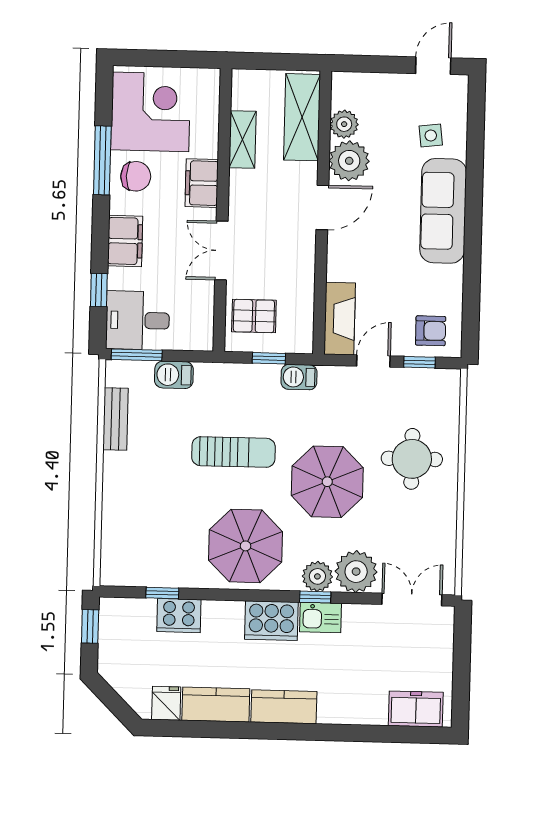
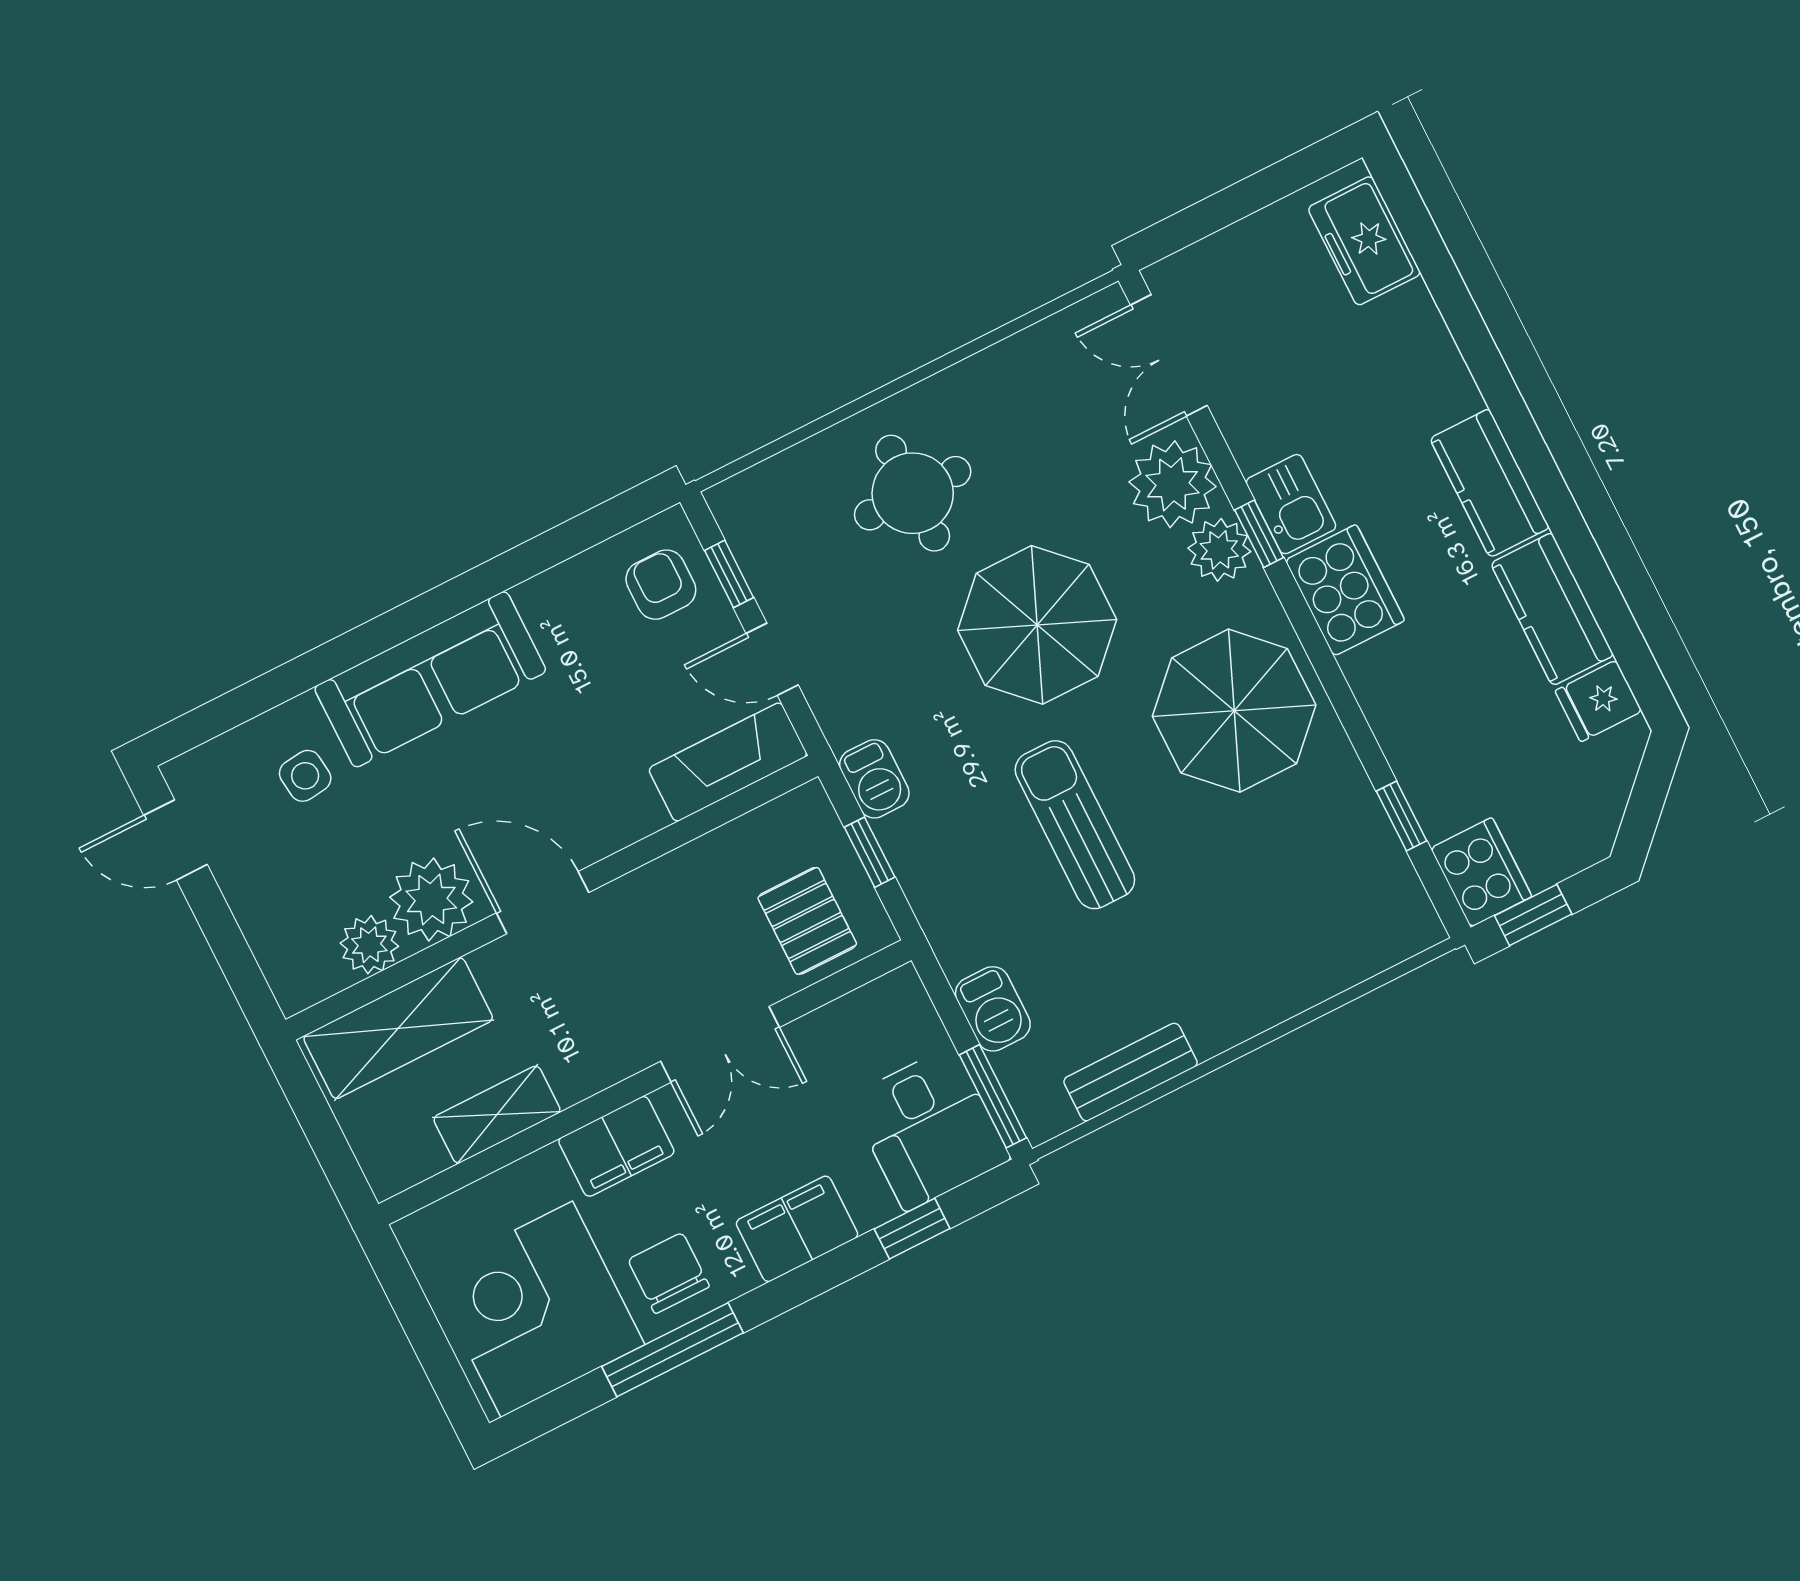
cooker: (179, 616) -> (1481, 872), moved

